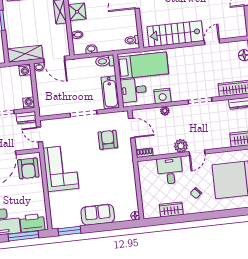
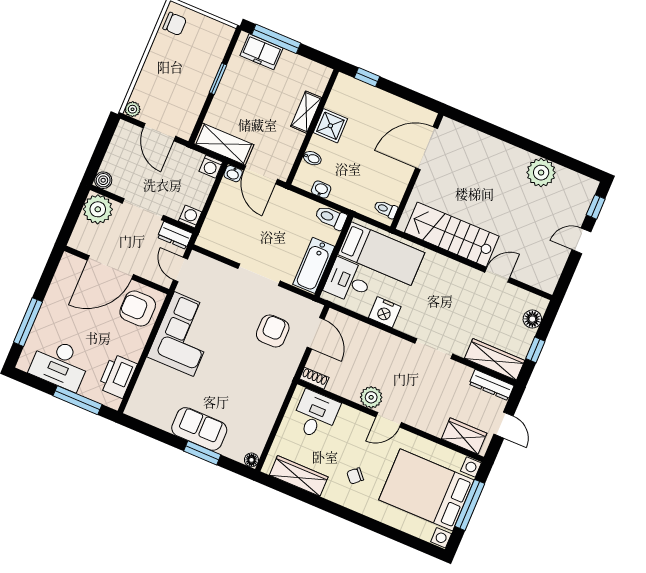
plant: (165, 111) -> (376, 335), removed
armchair: (28, 168) -> (138, 308), turned 90
desk: (170, 171) -> (315, 415), moved
wardrobe: (171, 209) -> (299, 476), width x1.50
printer: (32, 223) -> (118, 376), moved, turned -90
window: (69, 231) -> (202, 453), moved

